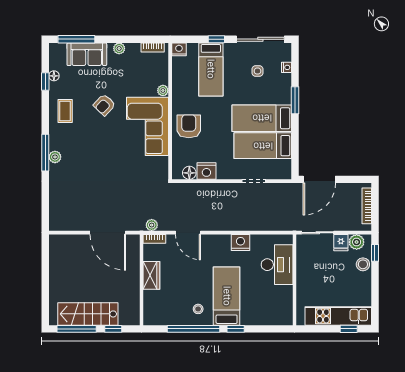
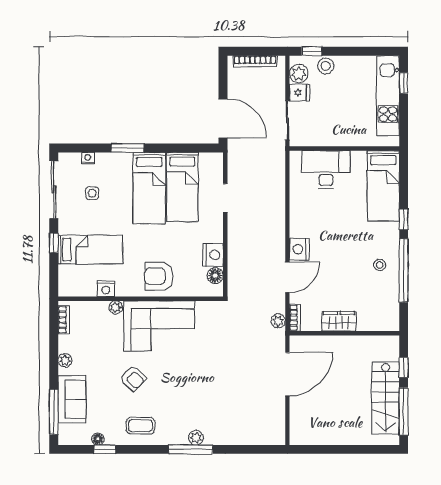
nightstand: (179, 49) -> (106, 289), moved, turned -90
nightstand: (240, 243) -> (299, 249), moved
bed: (227, 296) -> (383, 186), moved, turned -90

